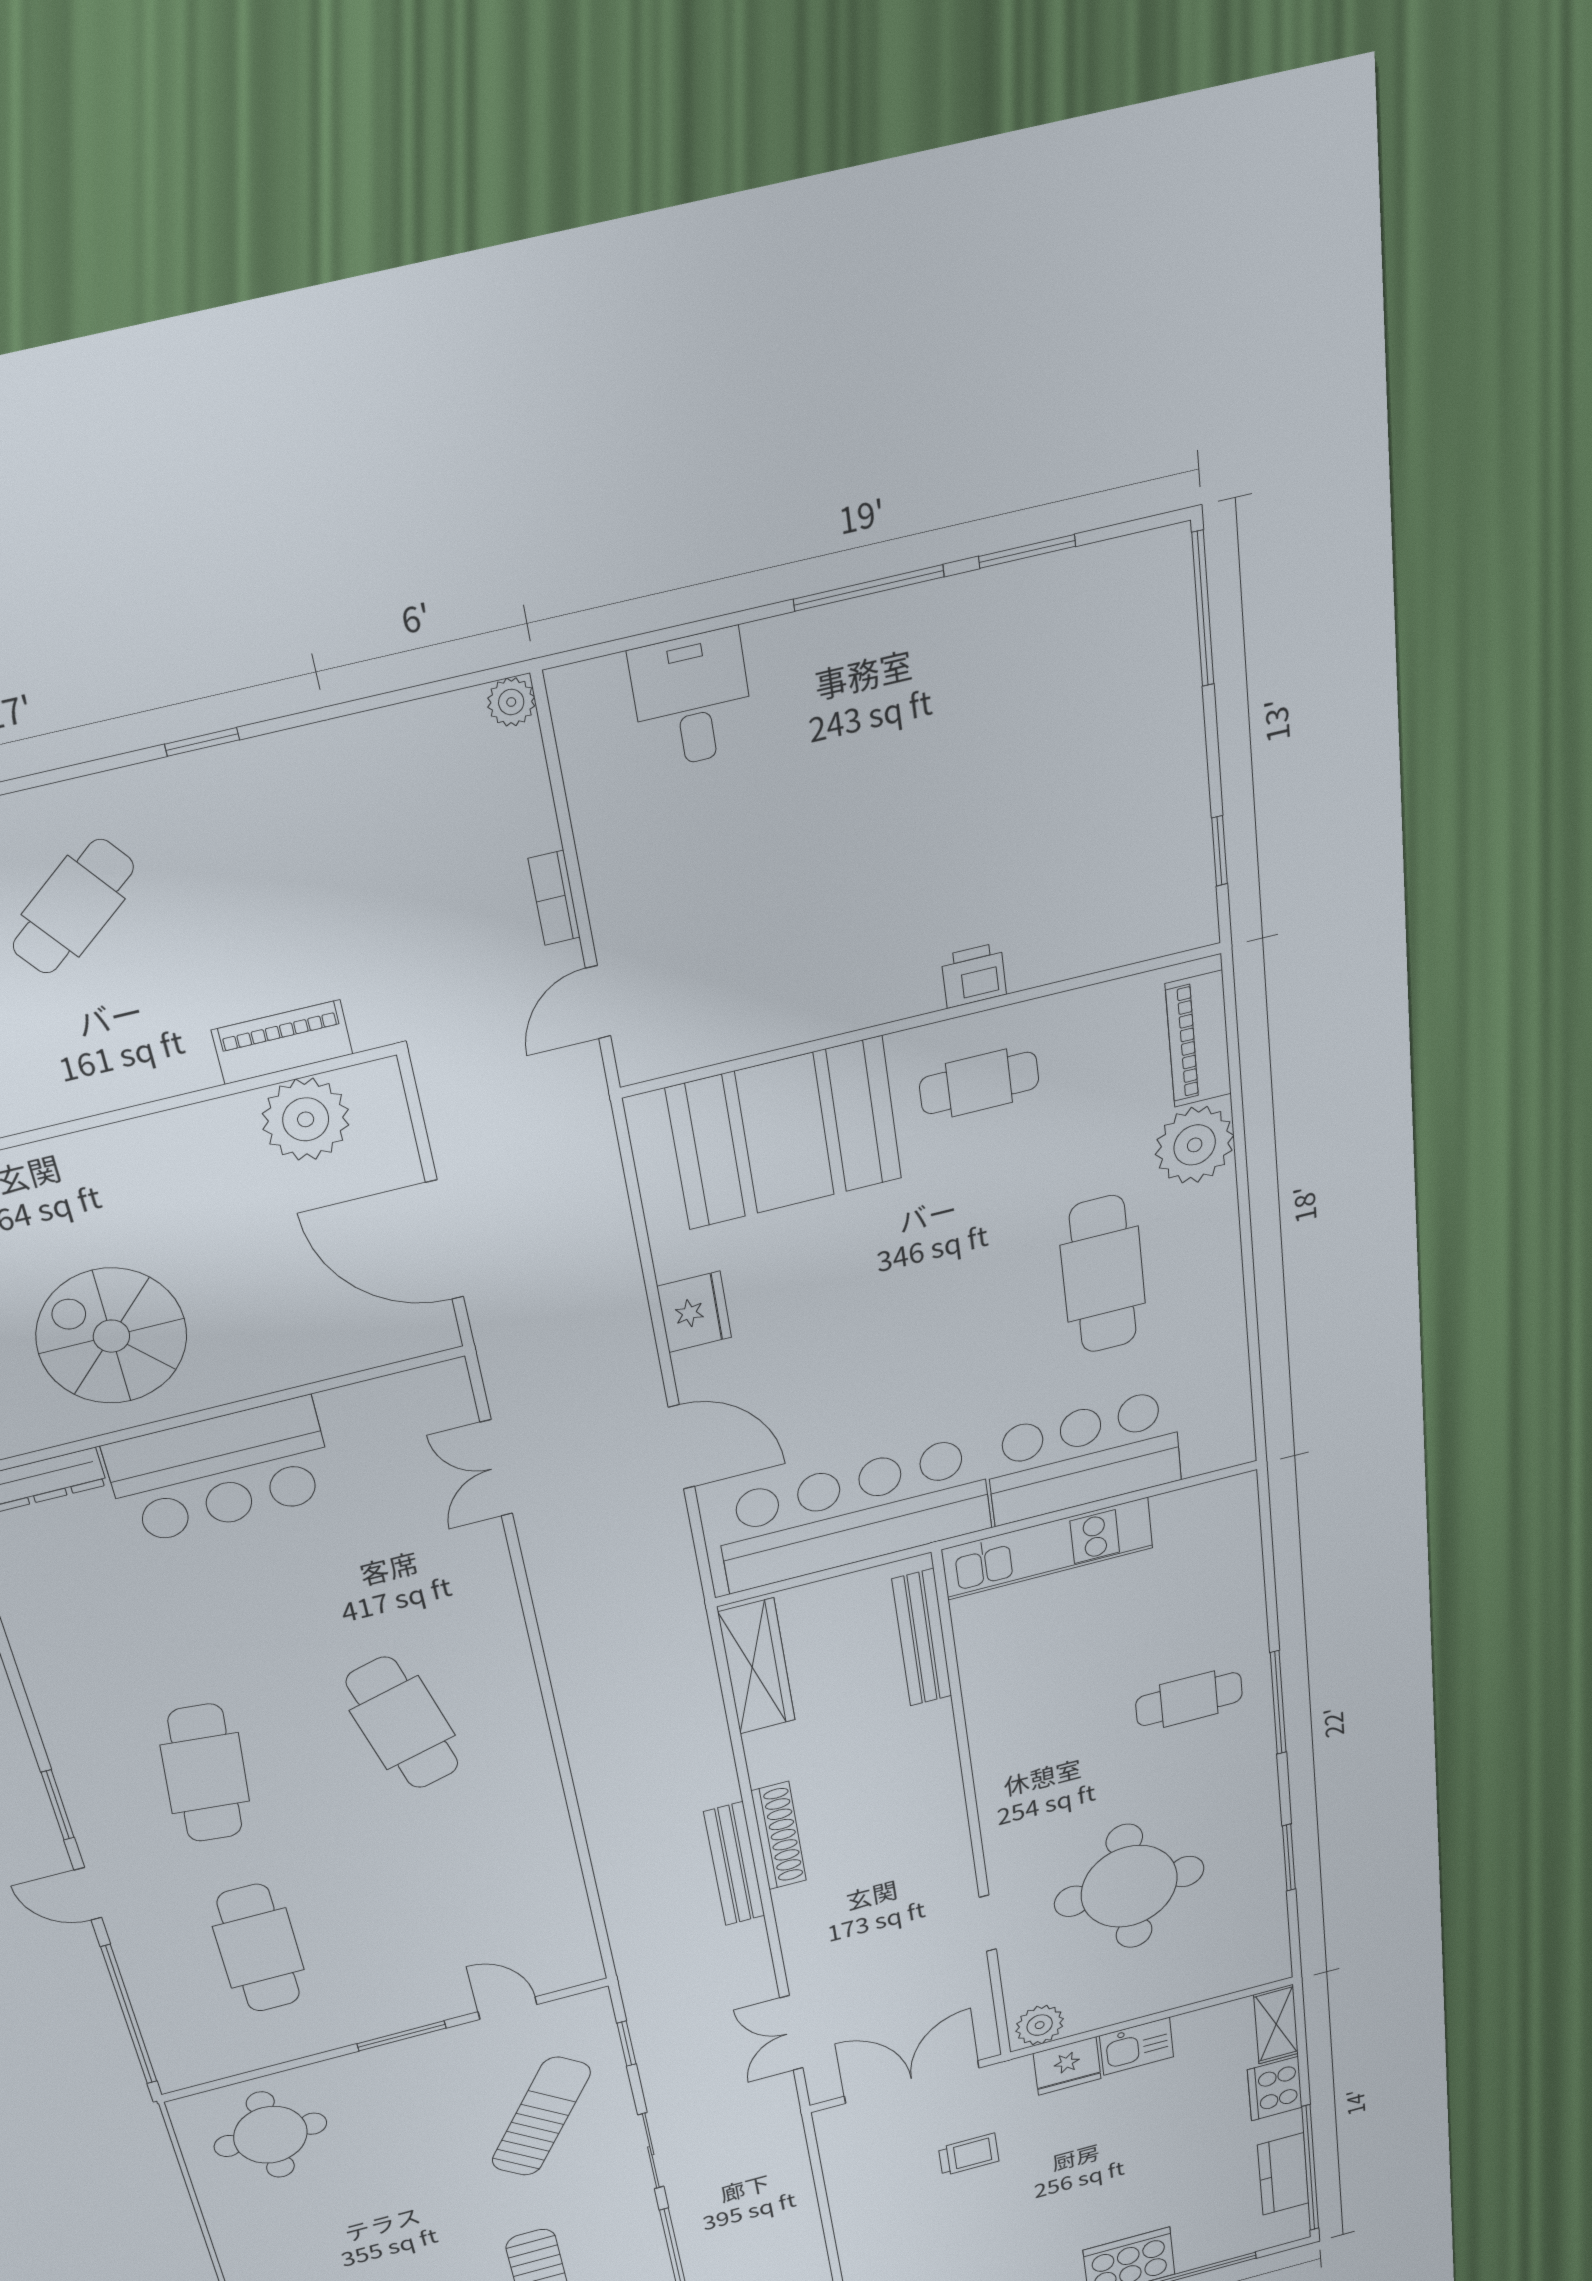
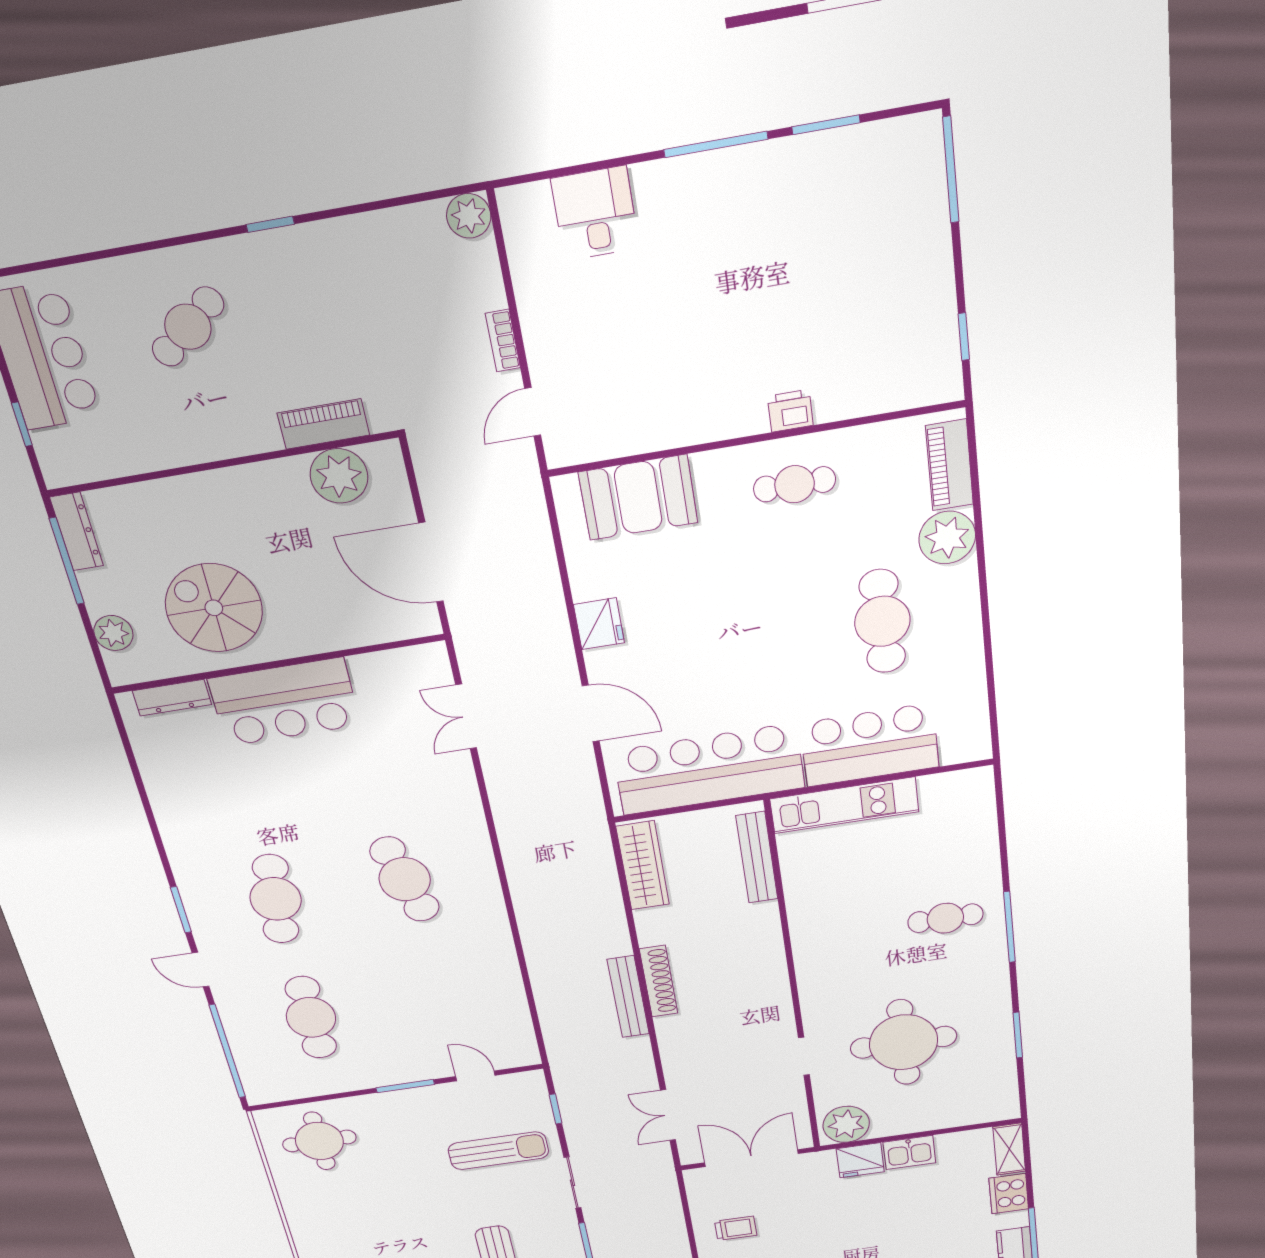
plant: (511, 702) -> (469, 216), width x1.38, depth x1.38
booth: (785, 1133) -> (638, 497), width x0.73, depth x0.70
plant: (1040, 2025) -> (846, 1124), width x1.36, depth x1.36
sun lounger: (541, 2117) -> (498, 1151), turned 55
trolley: (969, 2154) -> (736, 1228), moved

